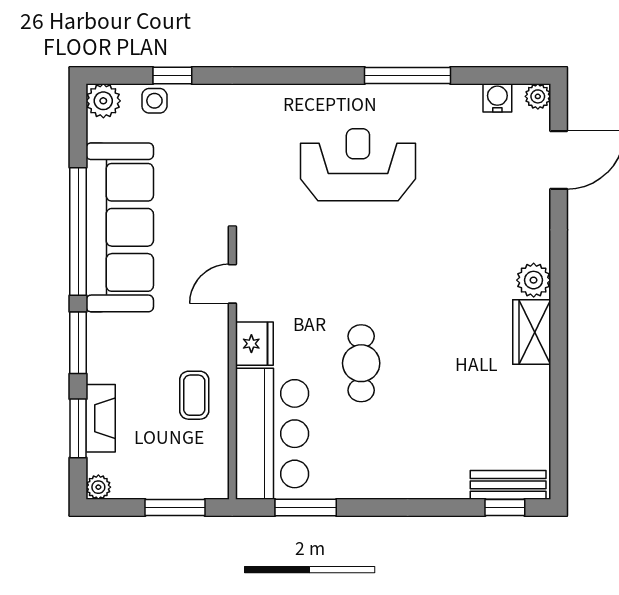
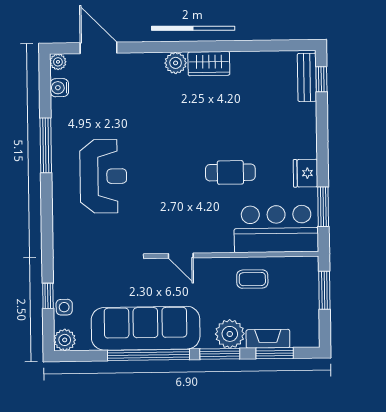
reception desk: (358, 165) -> (103, 176), turned 180
fridge: (254, 344) -> (305, 173), moved, turned -90
plant: (98, 487) -> (230, 334), moved, width x1.88, depth x1.88

